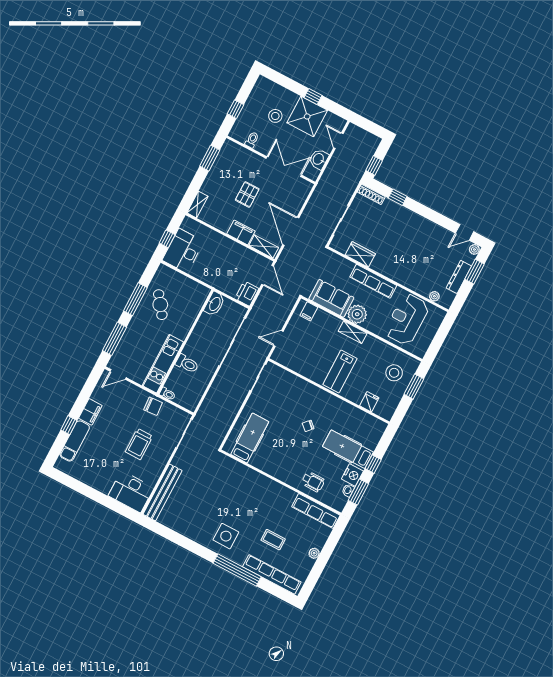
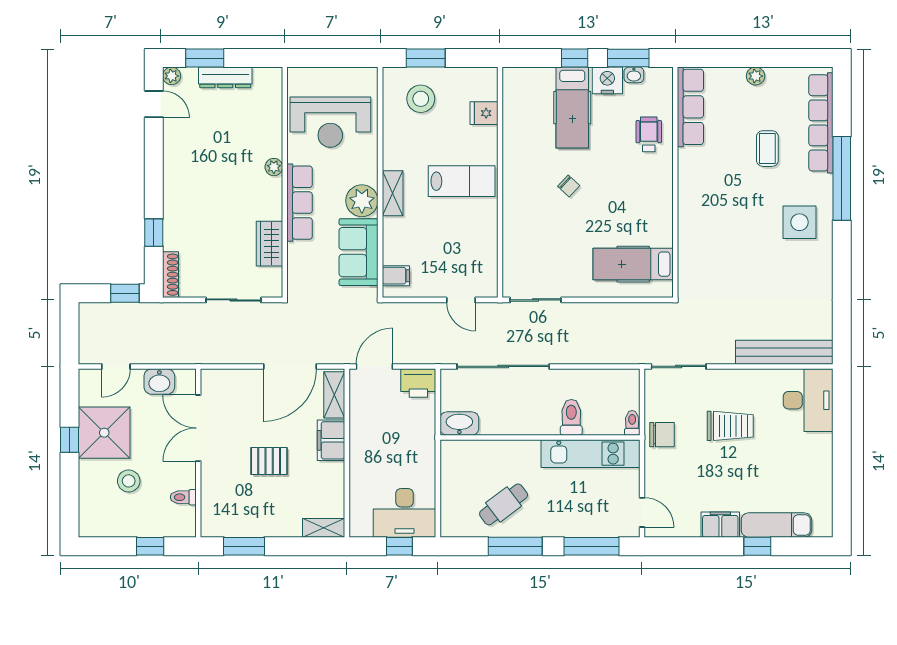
plant: (434, 296) -> (274, 167), moved
chair: (153, 406) -> (662, 435), turned 94

